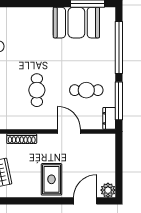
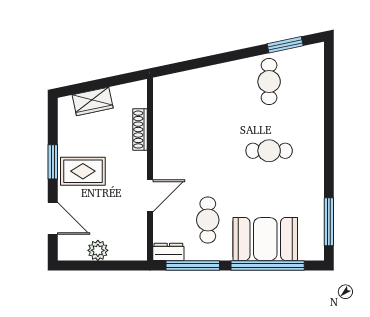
booth: (76, 23) -> (265, 239), moved, turned 90
cafe table: (37, 90) -> (269, 151), moved
plant: (108, 190) -> (98, 250), moved
window: (45, 201) -> (53, 162), added

